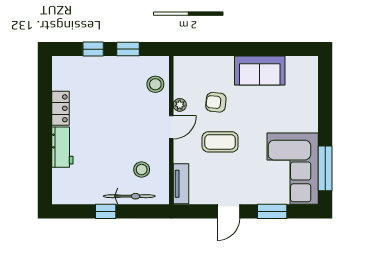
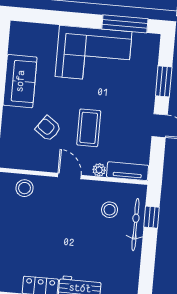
armchair: (216, 102) -> (48, 128), turned 120
plant: (180, 105) -> (99, 170), moved
corner sofa: (293, 169) -> (93, 54), moved
window: (106, 211) -> (152, 217), moved

